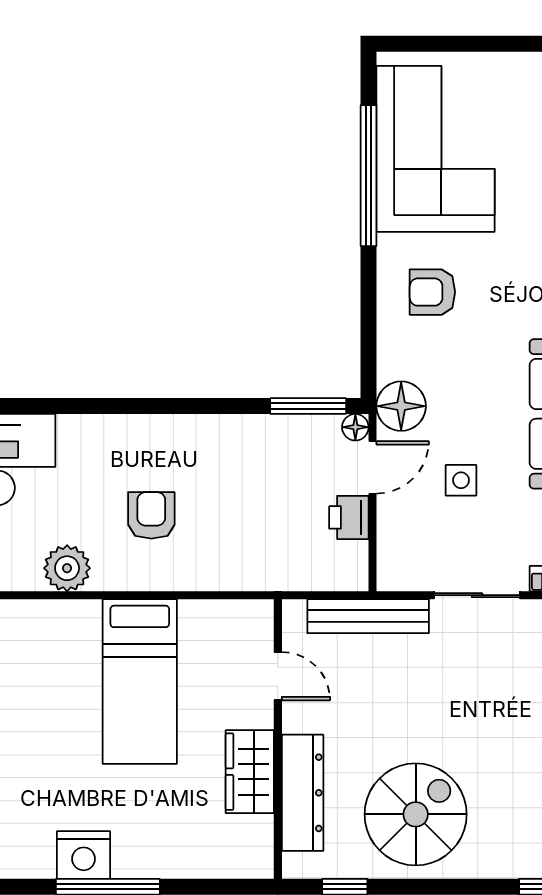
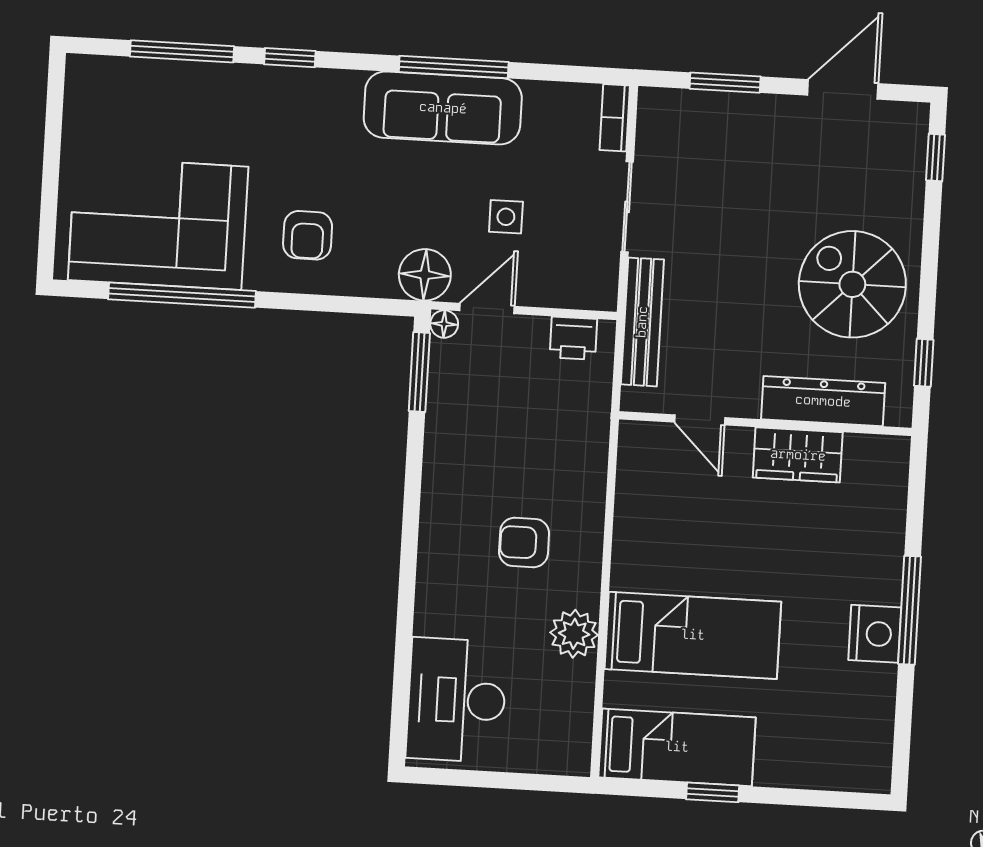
door: (372, 467) -> (487, 308), hinge flipped
printer: (349, 517) -> (573, 338), moved
door: (278, 676) -> (700, 420), swing flipped
bed: (140, 682) -> (693, 635), moved

